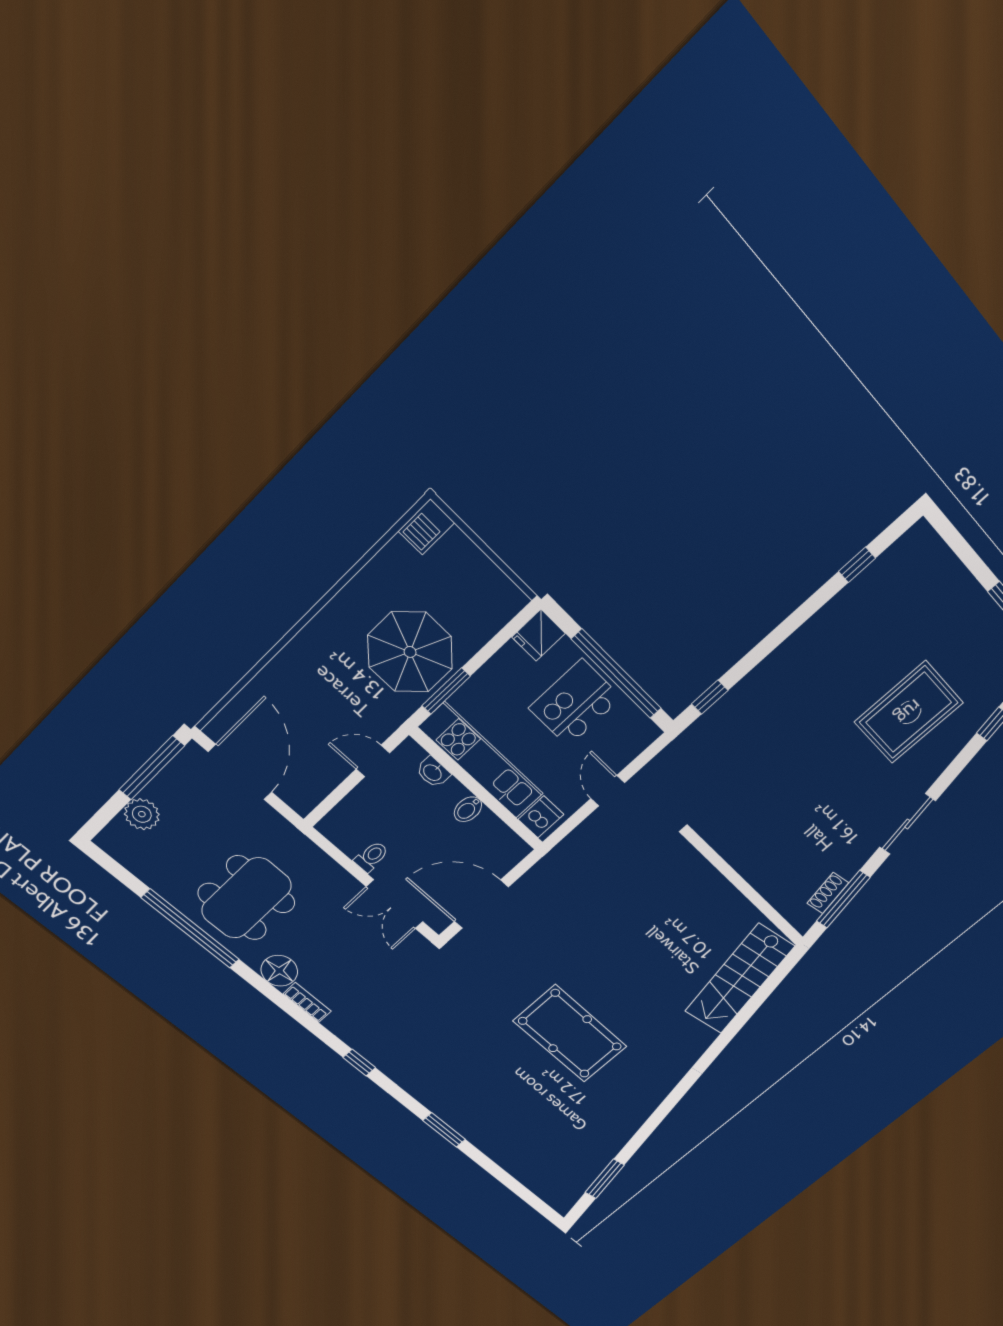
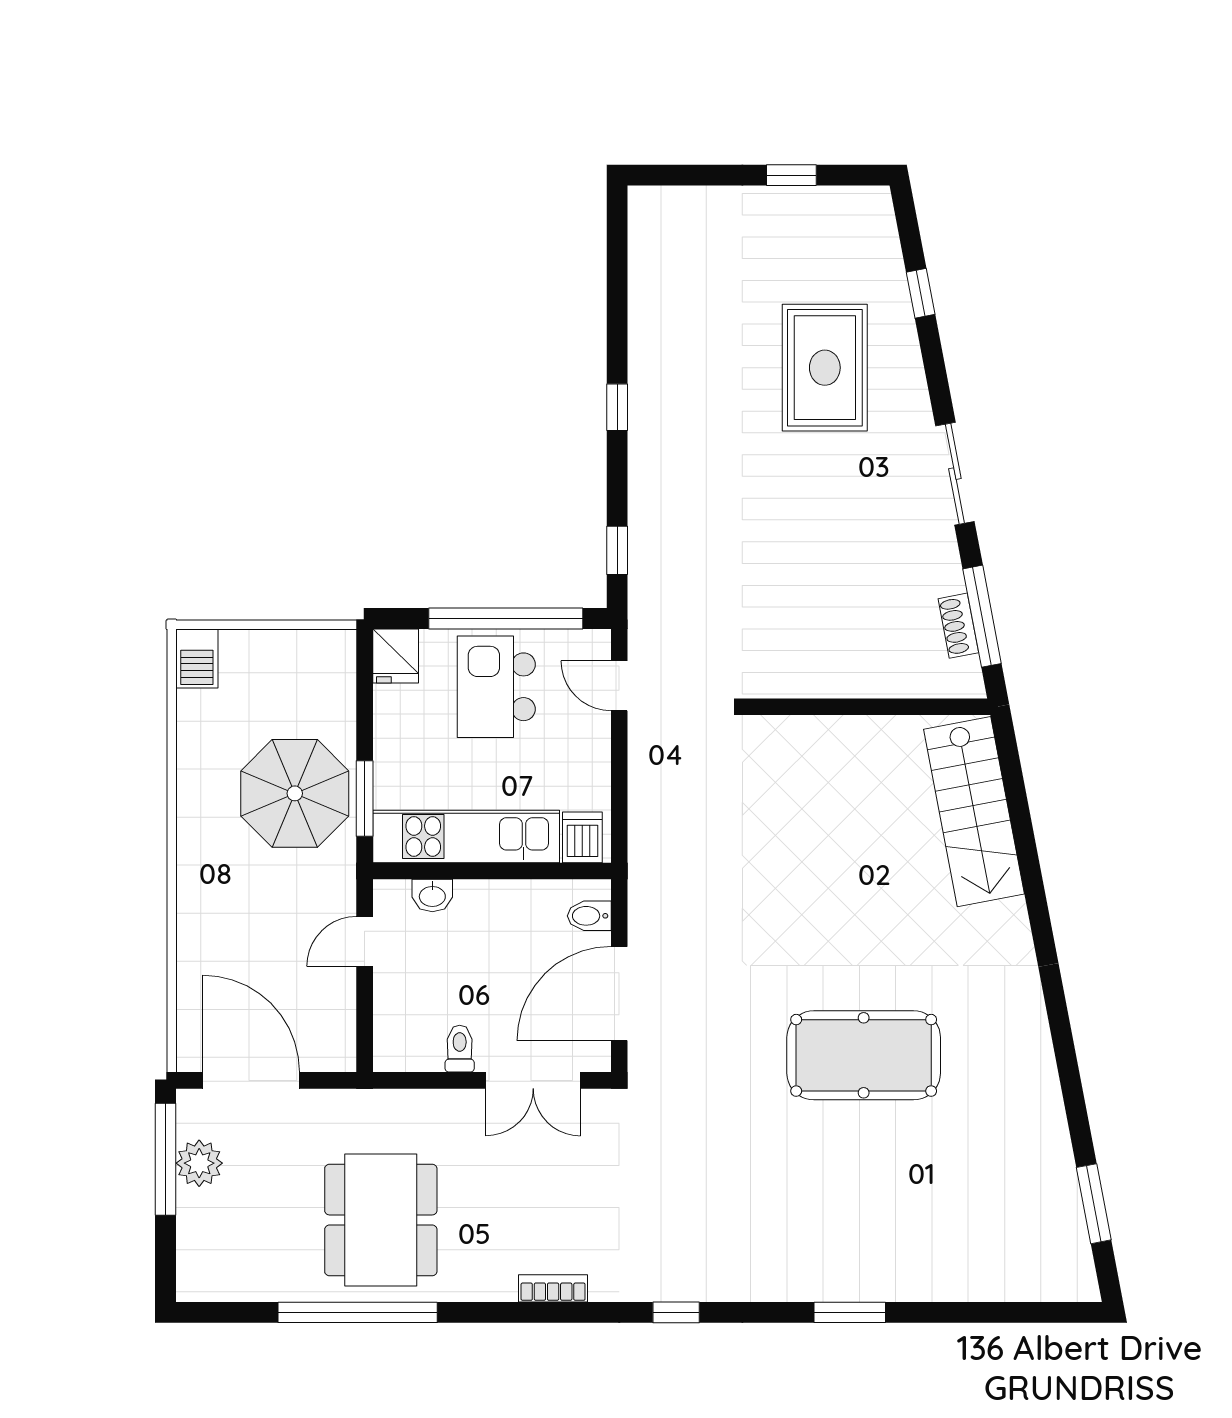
window: (857, 565) -> (617, 407), moved
door: (608, 791) -> (619, 686), moved
bidet: (468, 809) -> (589, 916), moved, turned 90
plant: (142, 814) -> (199, 1163), moved
floor lamp: (279, 971) -> (490, 1276), removed

